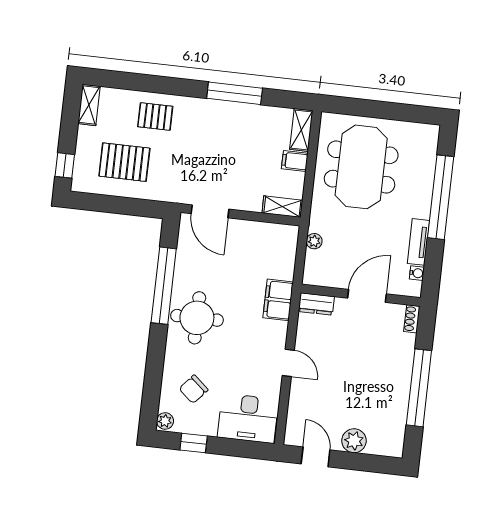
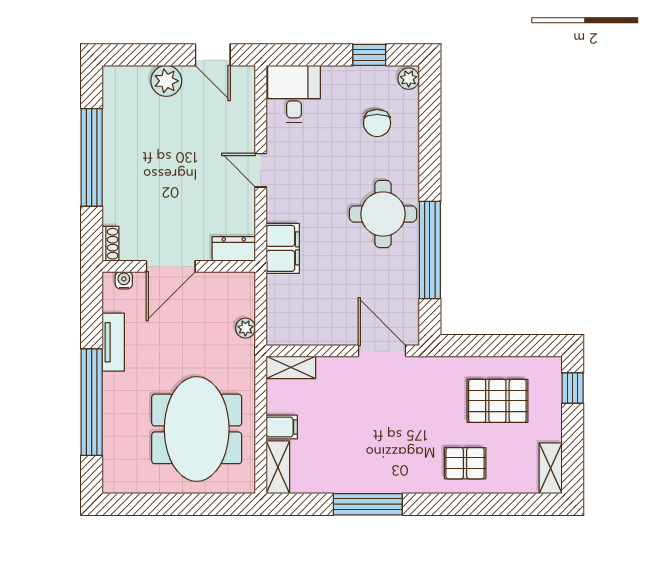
water cooler: (417, 273) -> (124, 280), moved, turned 90
chair: (194, 389) -> (377, 123), turned 139
desk: (248, 418) -> (294, 94), width x0.73

